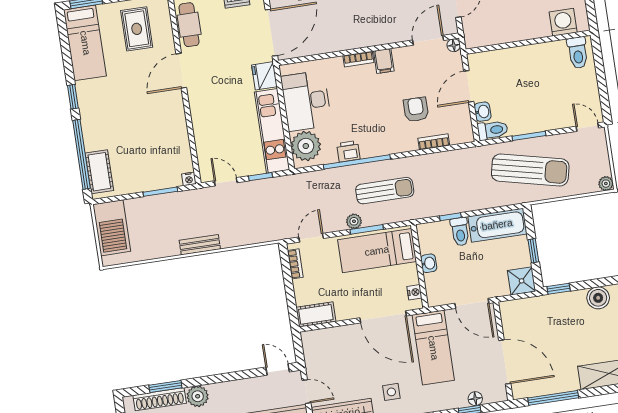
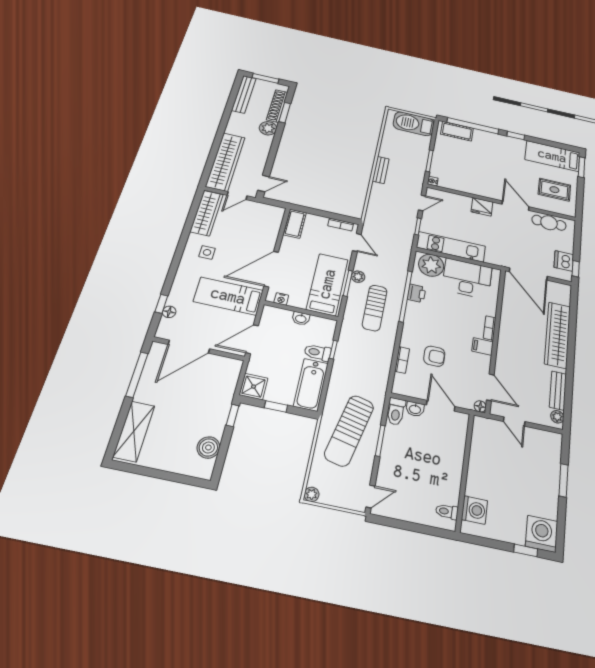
toilet: (578, 53) -> (447, 512), width x0.73, depth x0.72
fridge: (264, 76) -> (482, 207), moved, turned 180

